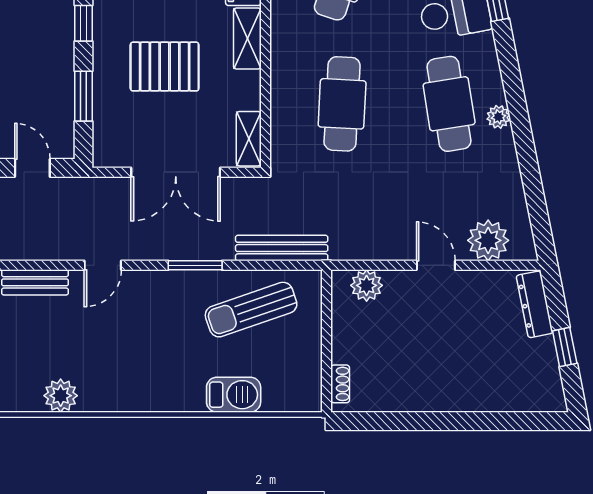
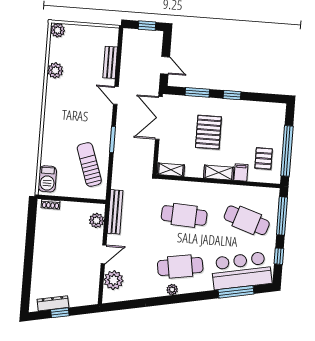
door: (32, 168) -> (165, 65), hinge flipped
double door: (176, 172) -> (159, 118), moved
bench: (282, 248) -> (115, 212), moved
dresser: (535, 304) -> (53, 303), moved
barbecue: (234, 395) -> (47, 179), moved

